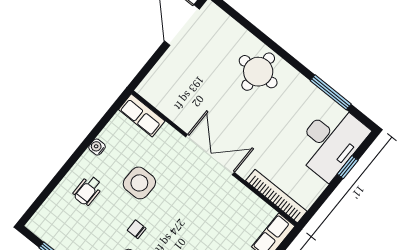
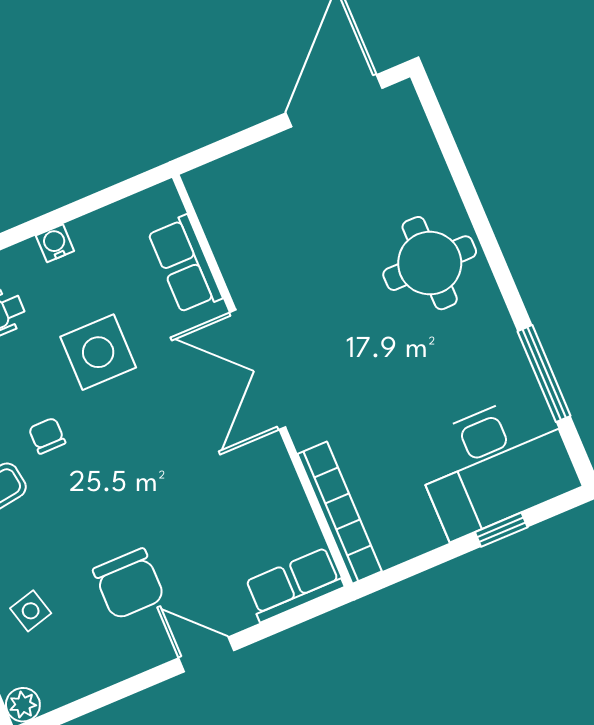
row of seats: (142, 115) -> (185, 265), moved
double door: (210, 155) -> (258, 370), swing flipped

